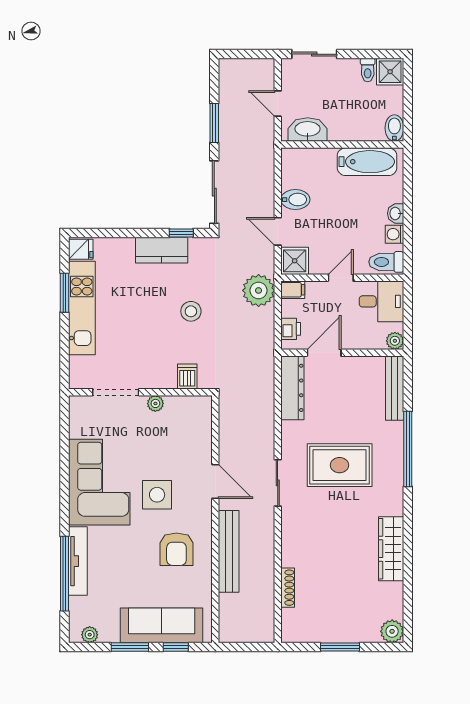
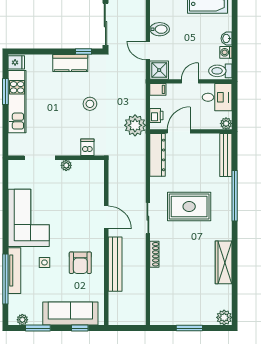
plant: (259, 290) -> (135, 125), moved
side table: (157, 495) -> (44, 262), moved, width x0.54, depth x0.54
shoe rack: (288, 588) -> (154, 254), moved
window: (130, 647) -> (38, 328), moved

